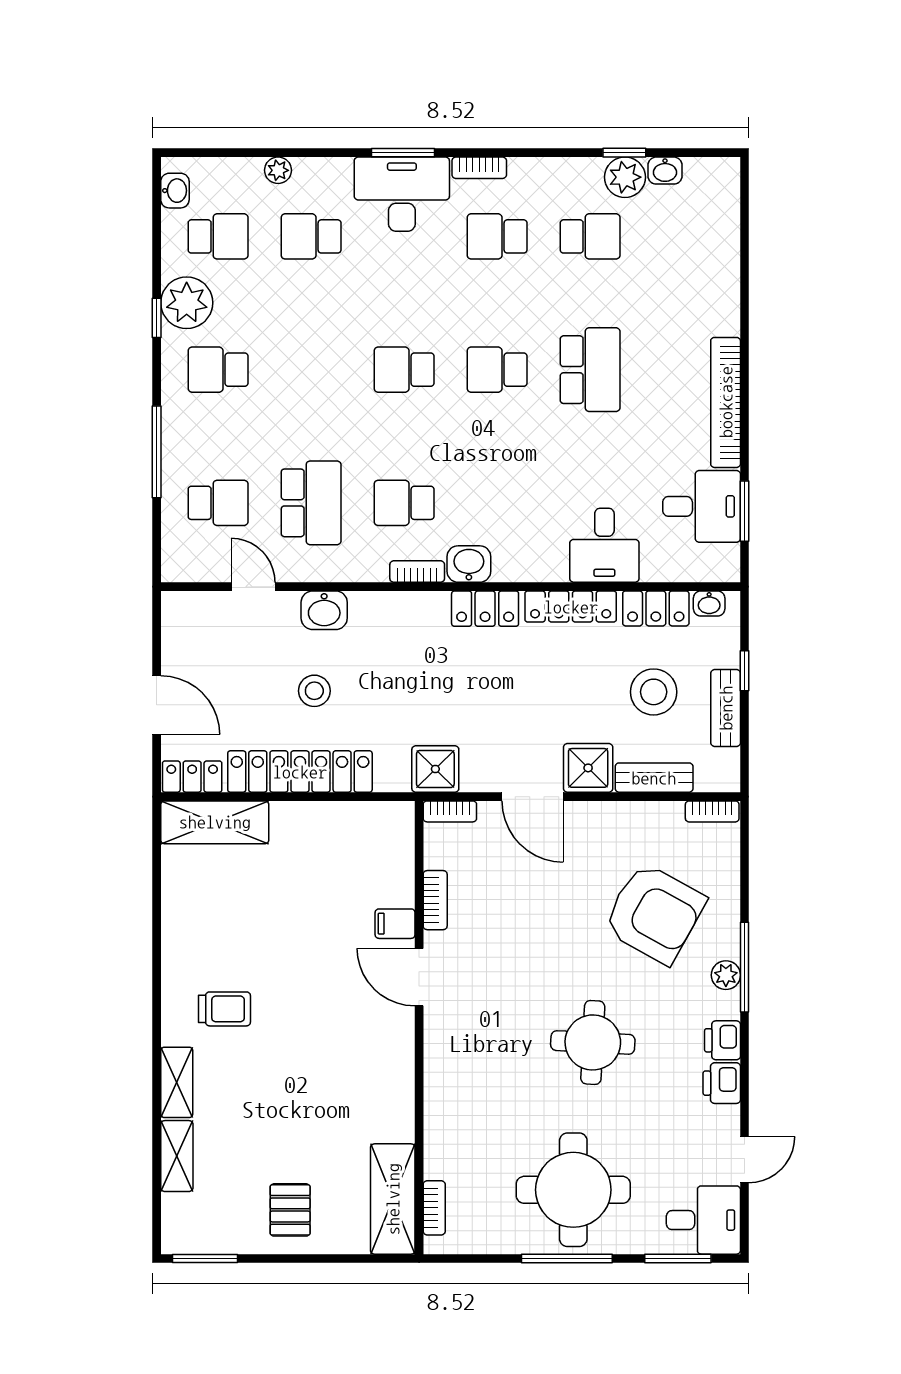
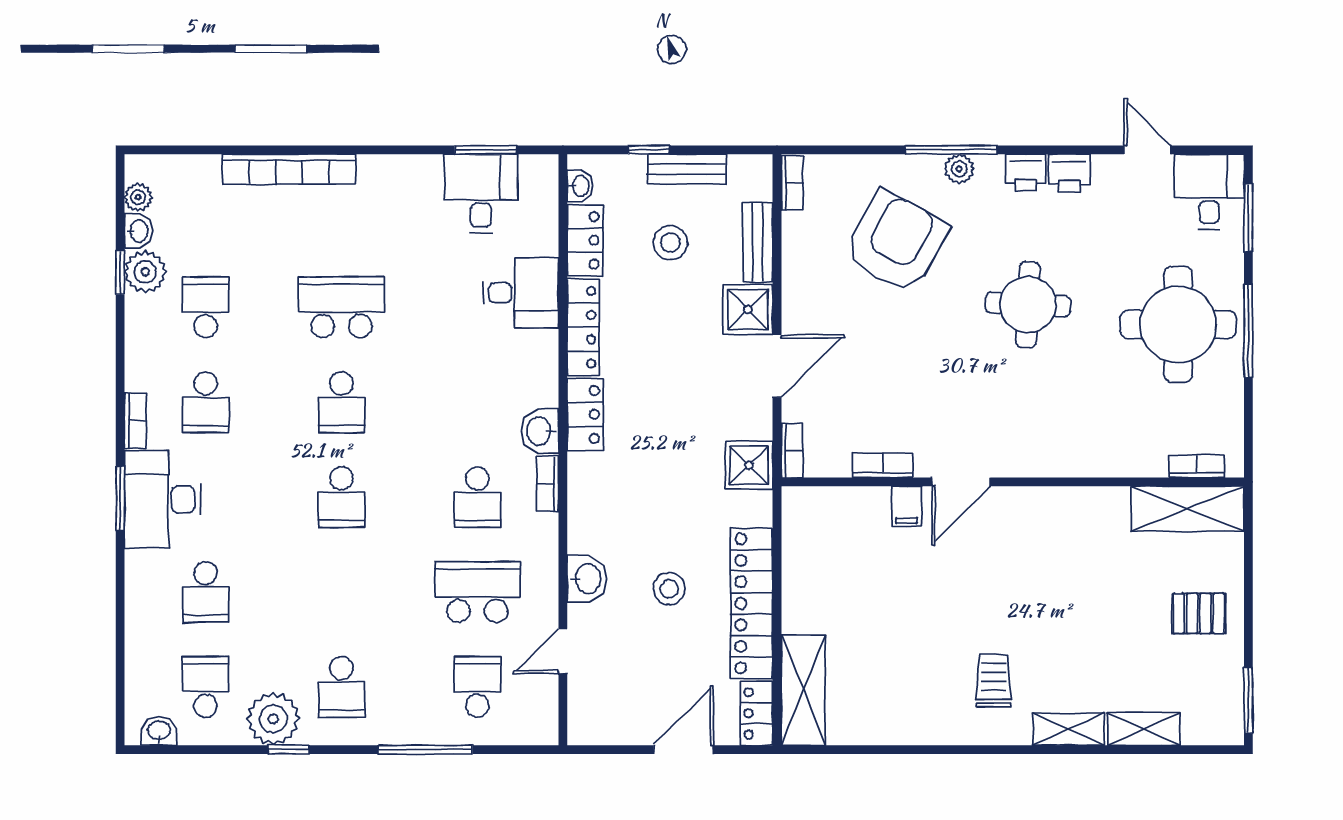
plant: (278, 170) -> (138, 197), moved
bookcase: (726, 402) -> (289, 169), moved
stool: (654, 692) -> (670, 243), width x0.73, depth x0.73

